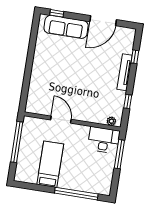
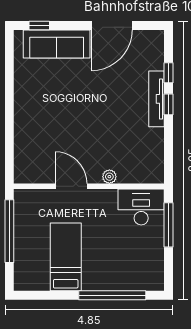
window: (128, 102) -> (168, 104), moved
plant: (111, 121) -> (109, 177), moved

